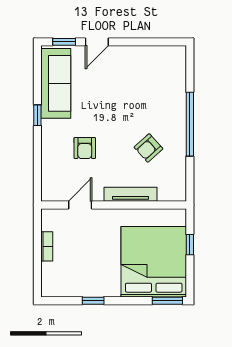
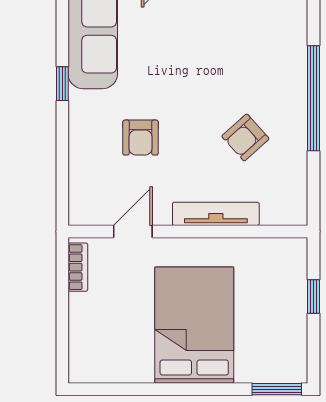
bookcase: (47, 246) -> (78, 267), moved
bed: (154, 262) -> (194, 325), moved, width x0.73
window: (93, 301) -> (154, 389), removed

